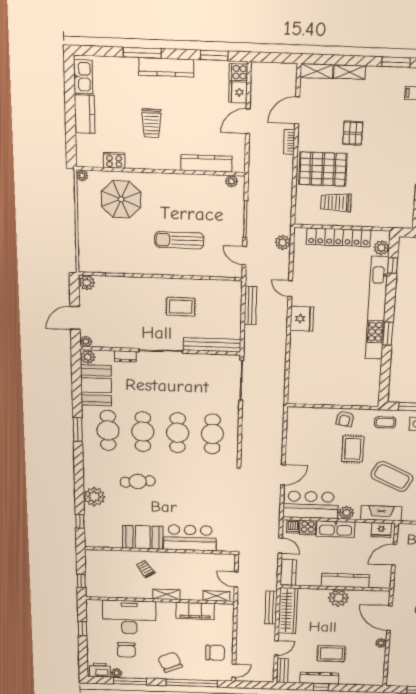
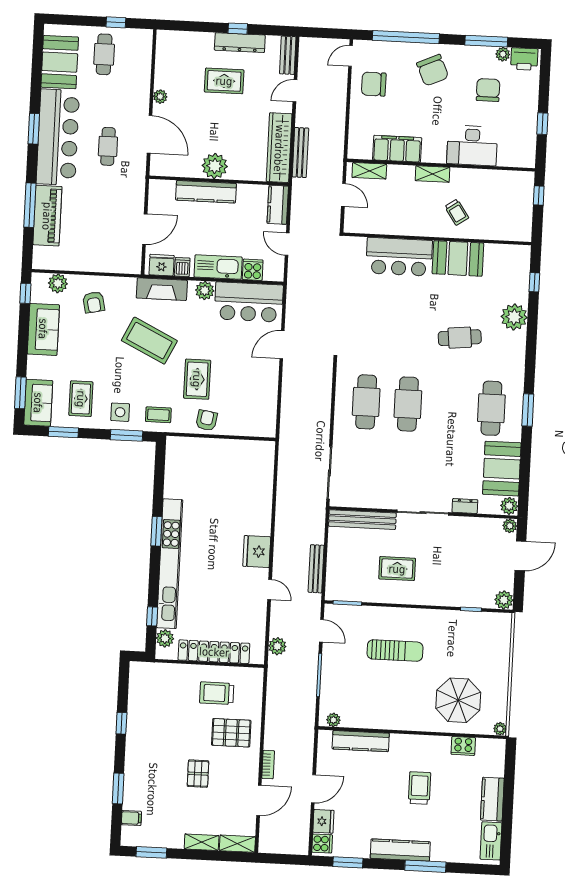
pallet: (323, 169) -> (231, 733), width x0.73, depth x0.71
trolley: (336, 203) -> (217, 693), turned 180
cafe table: (143, 432) -> (450, 406), removed
dishwasher: (293, 526) -> (182, 267), moved
desk: (129, 617) -> (472, 146), width x0.73, depth x0.77

